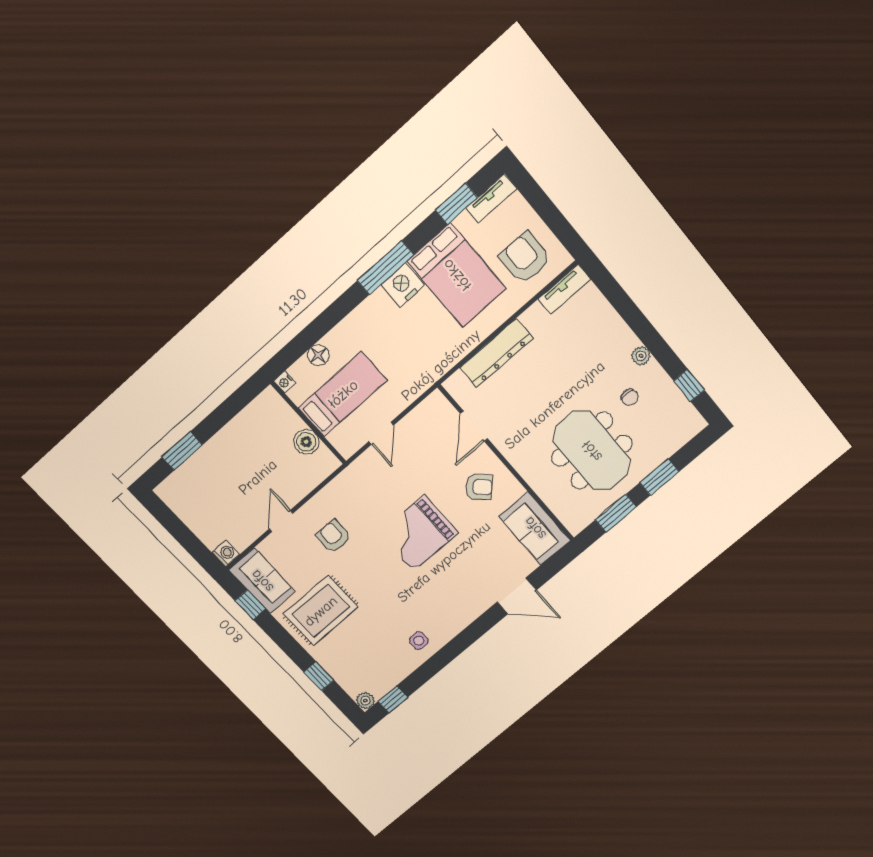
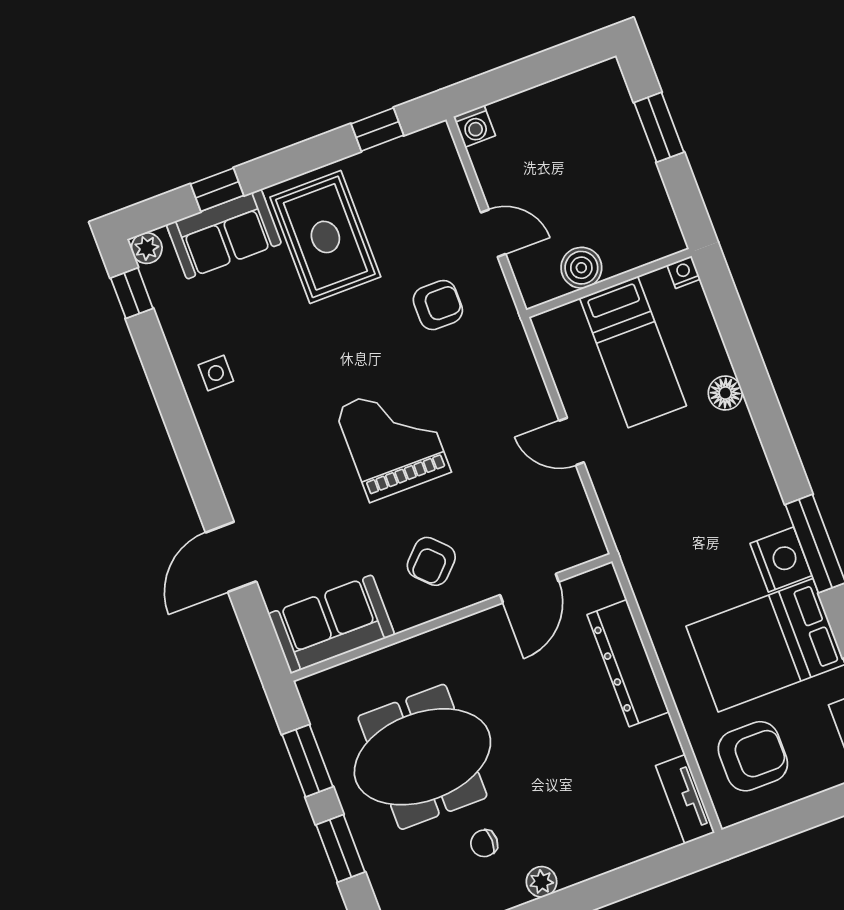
nightstand: (285, 382) -> (684, 272), moved
bed: (343, 394) -> (633, 352), moved
wall: (309, 423) -> (609, 283), moved
door: (474, 426) -> (529, 588), swing flipped
boiler: (306, 442) -> (581, 268), moved
sofa: (262, 581) -> (224, 234), moved

